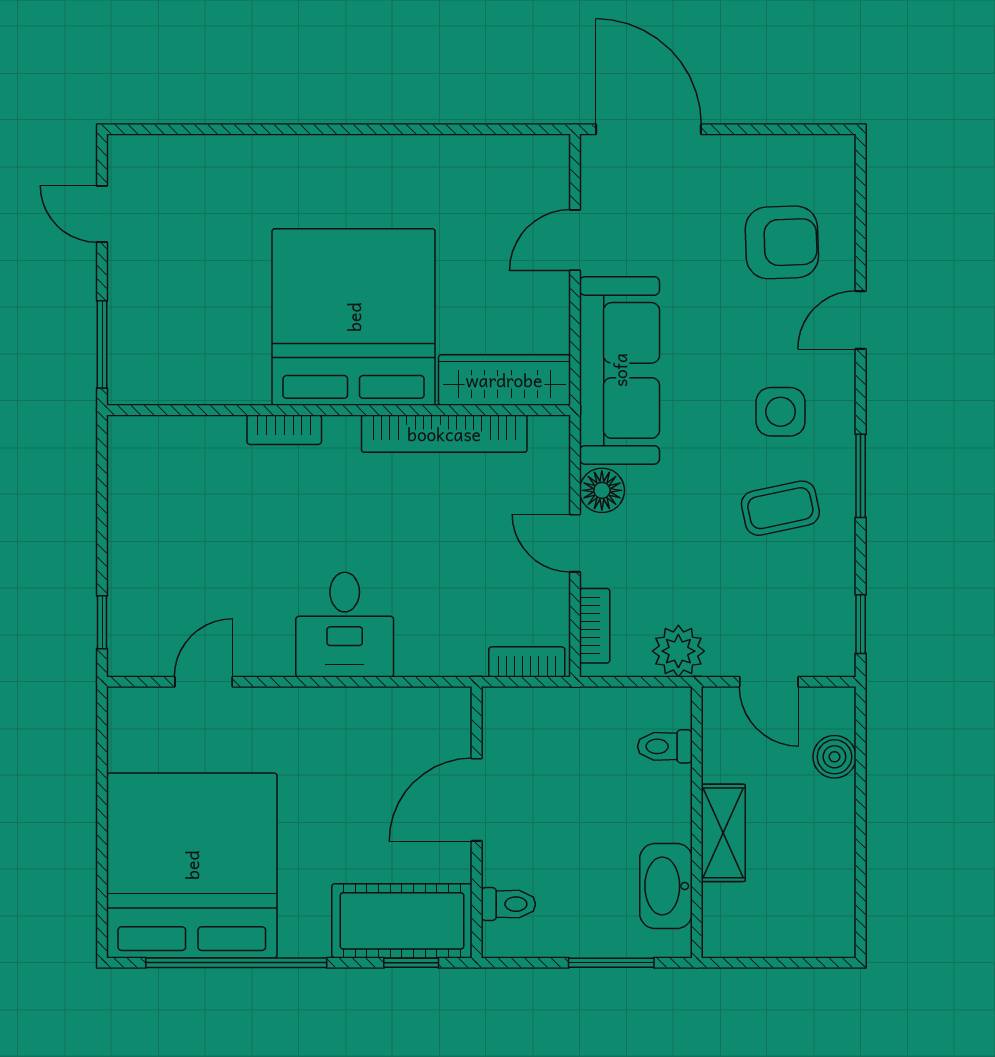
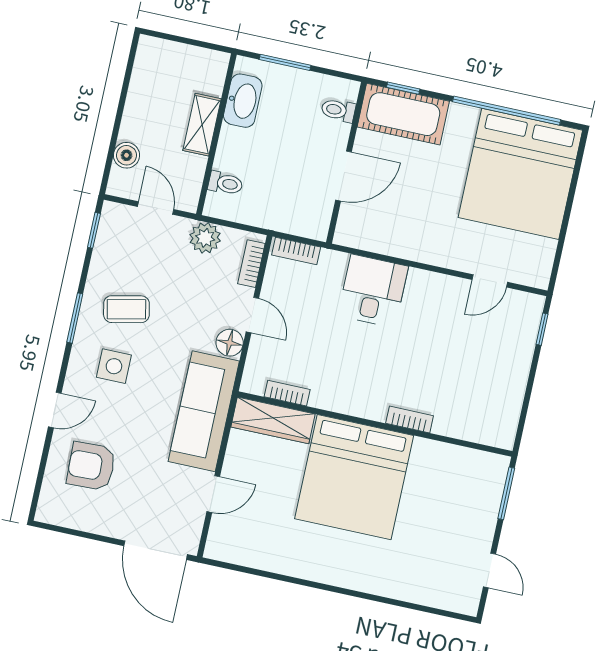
bookcase: (444, 434) -> (287, 393), width x0.43, depth x0.76
desk: (345, 625) -> (373, 291), moved

